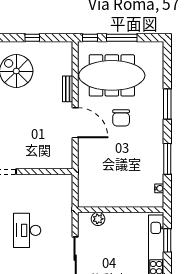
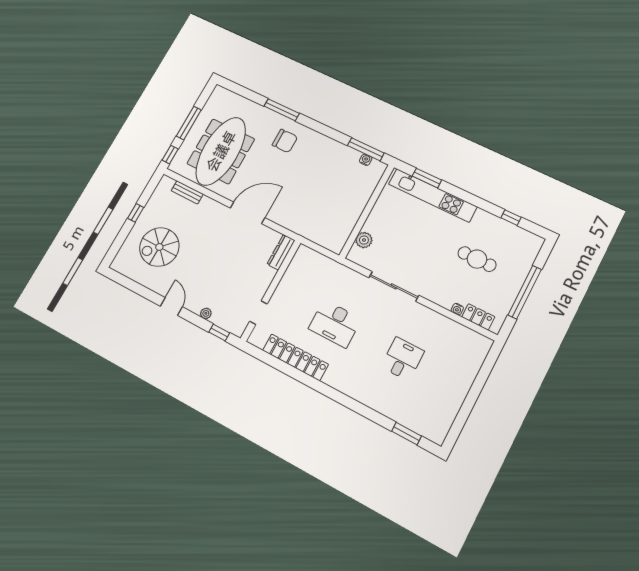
bench: (68, 89) -> (187, 192), moved
chair: (121, 118) -> (285, 141), moved
window: (167, 159) -> (366, 149), moved
dresser: (59, 164) -> (281, 252), added

